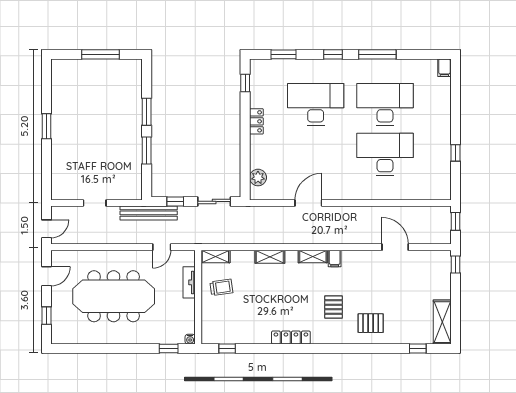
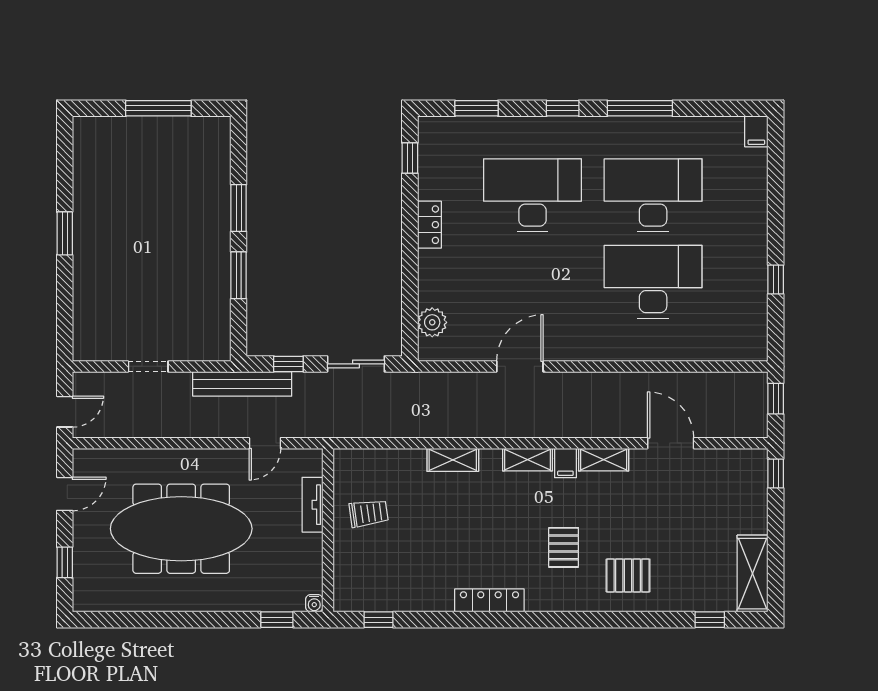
shelving: (215, 257) -> (604, 460), moved

